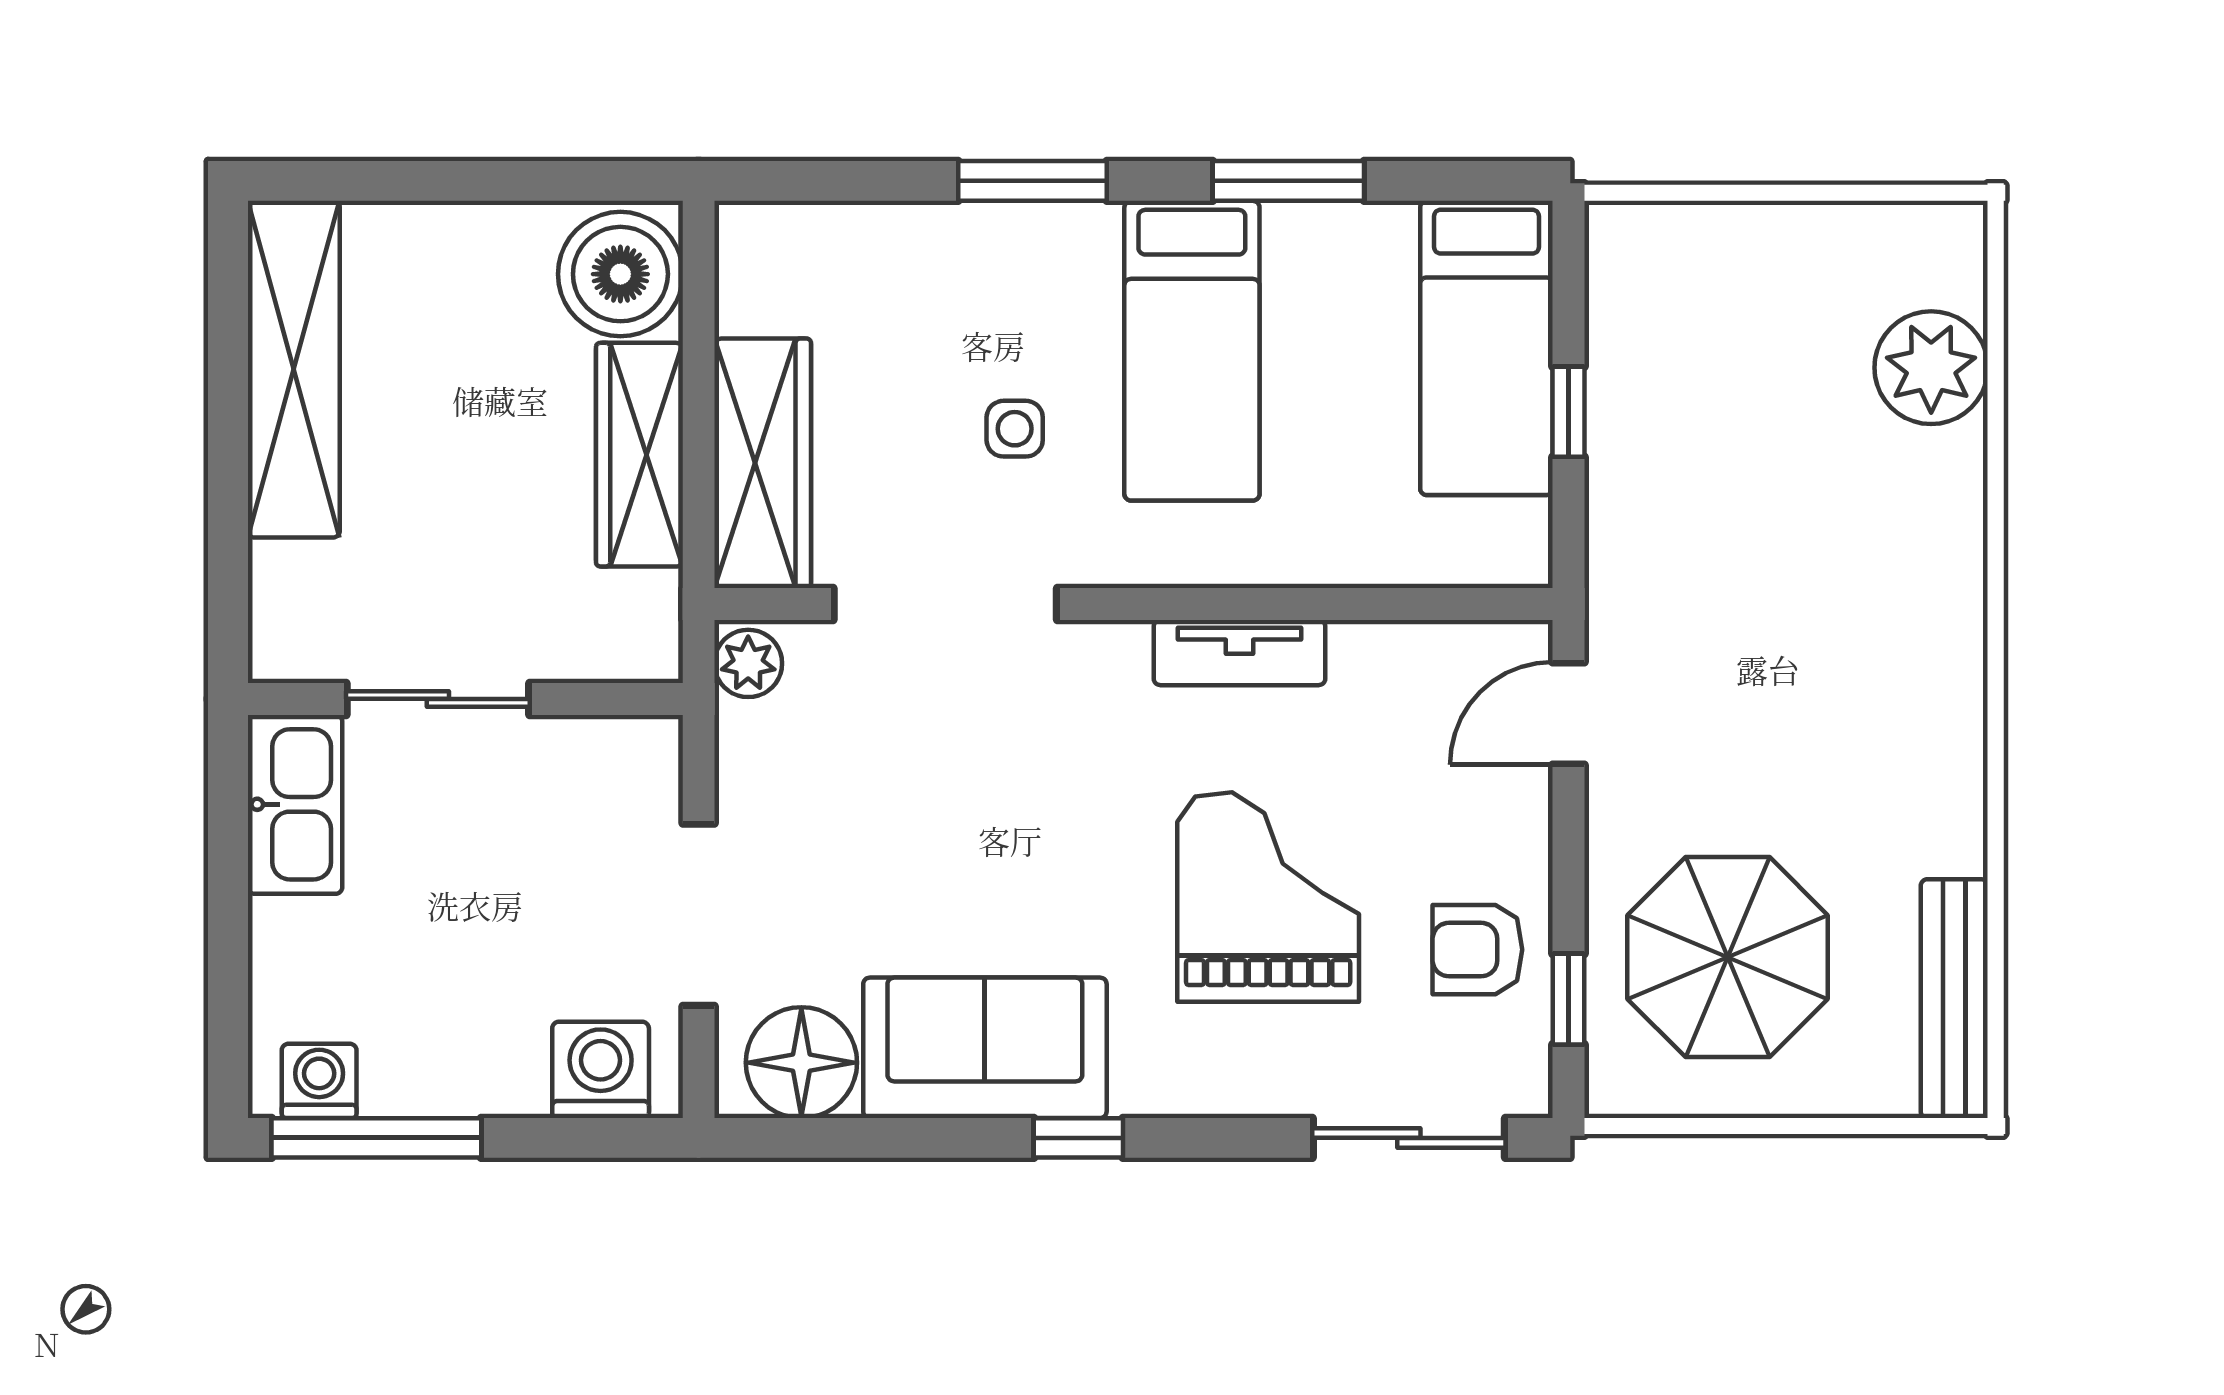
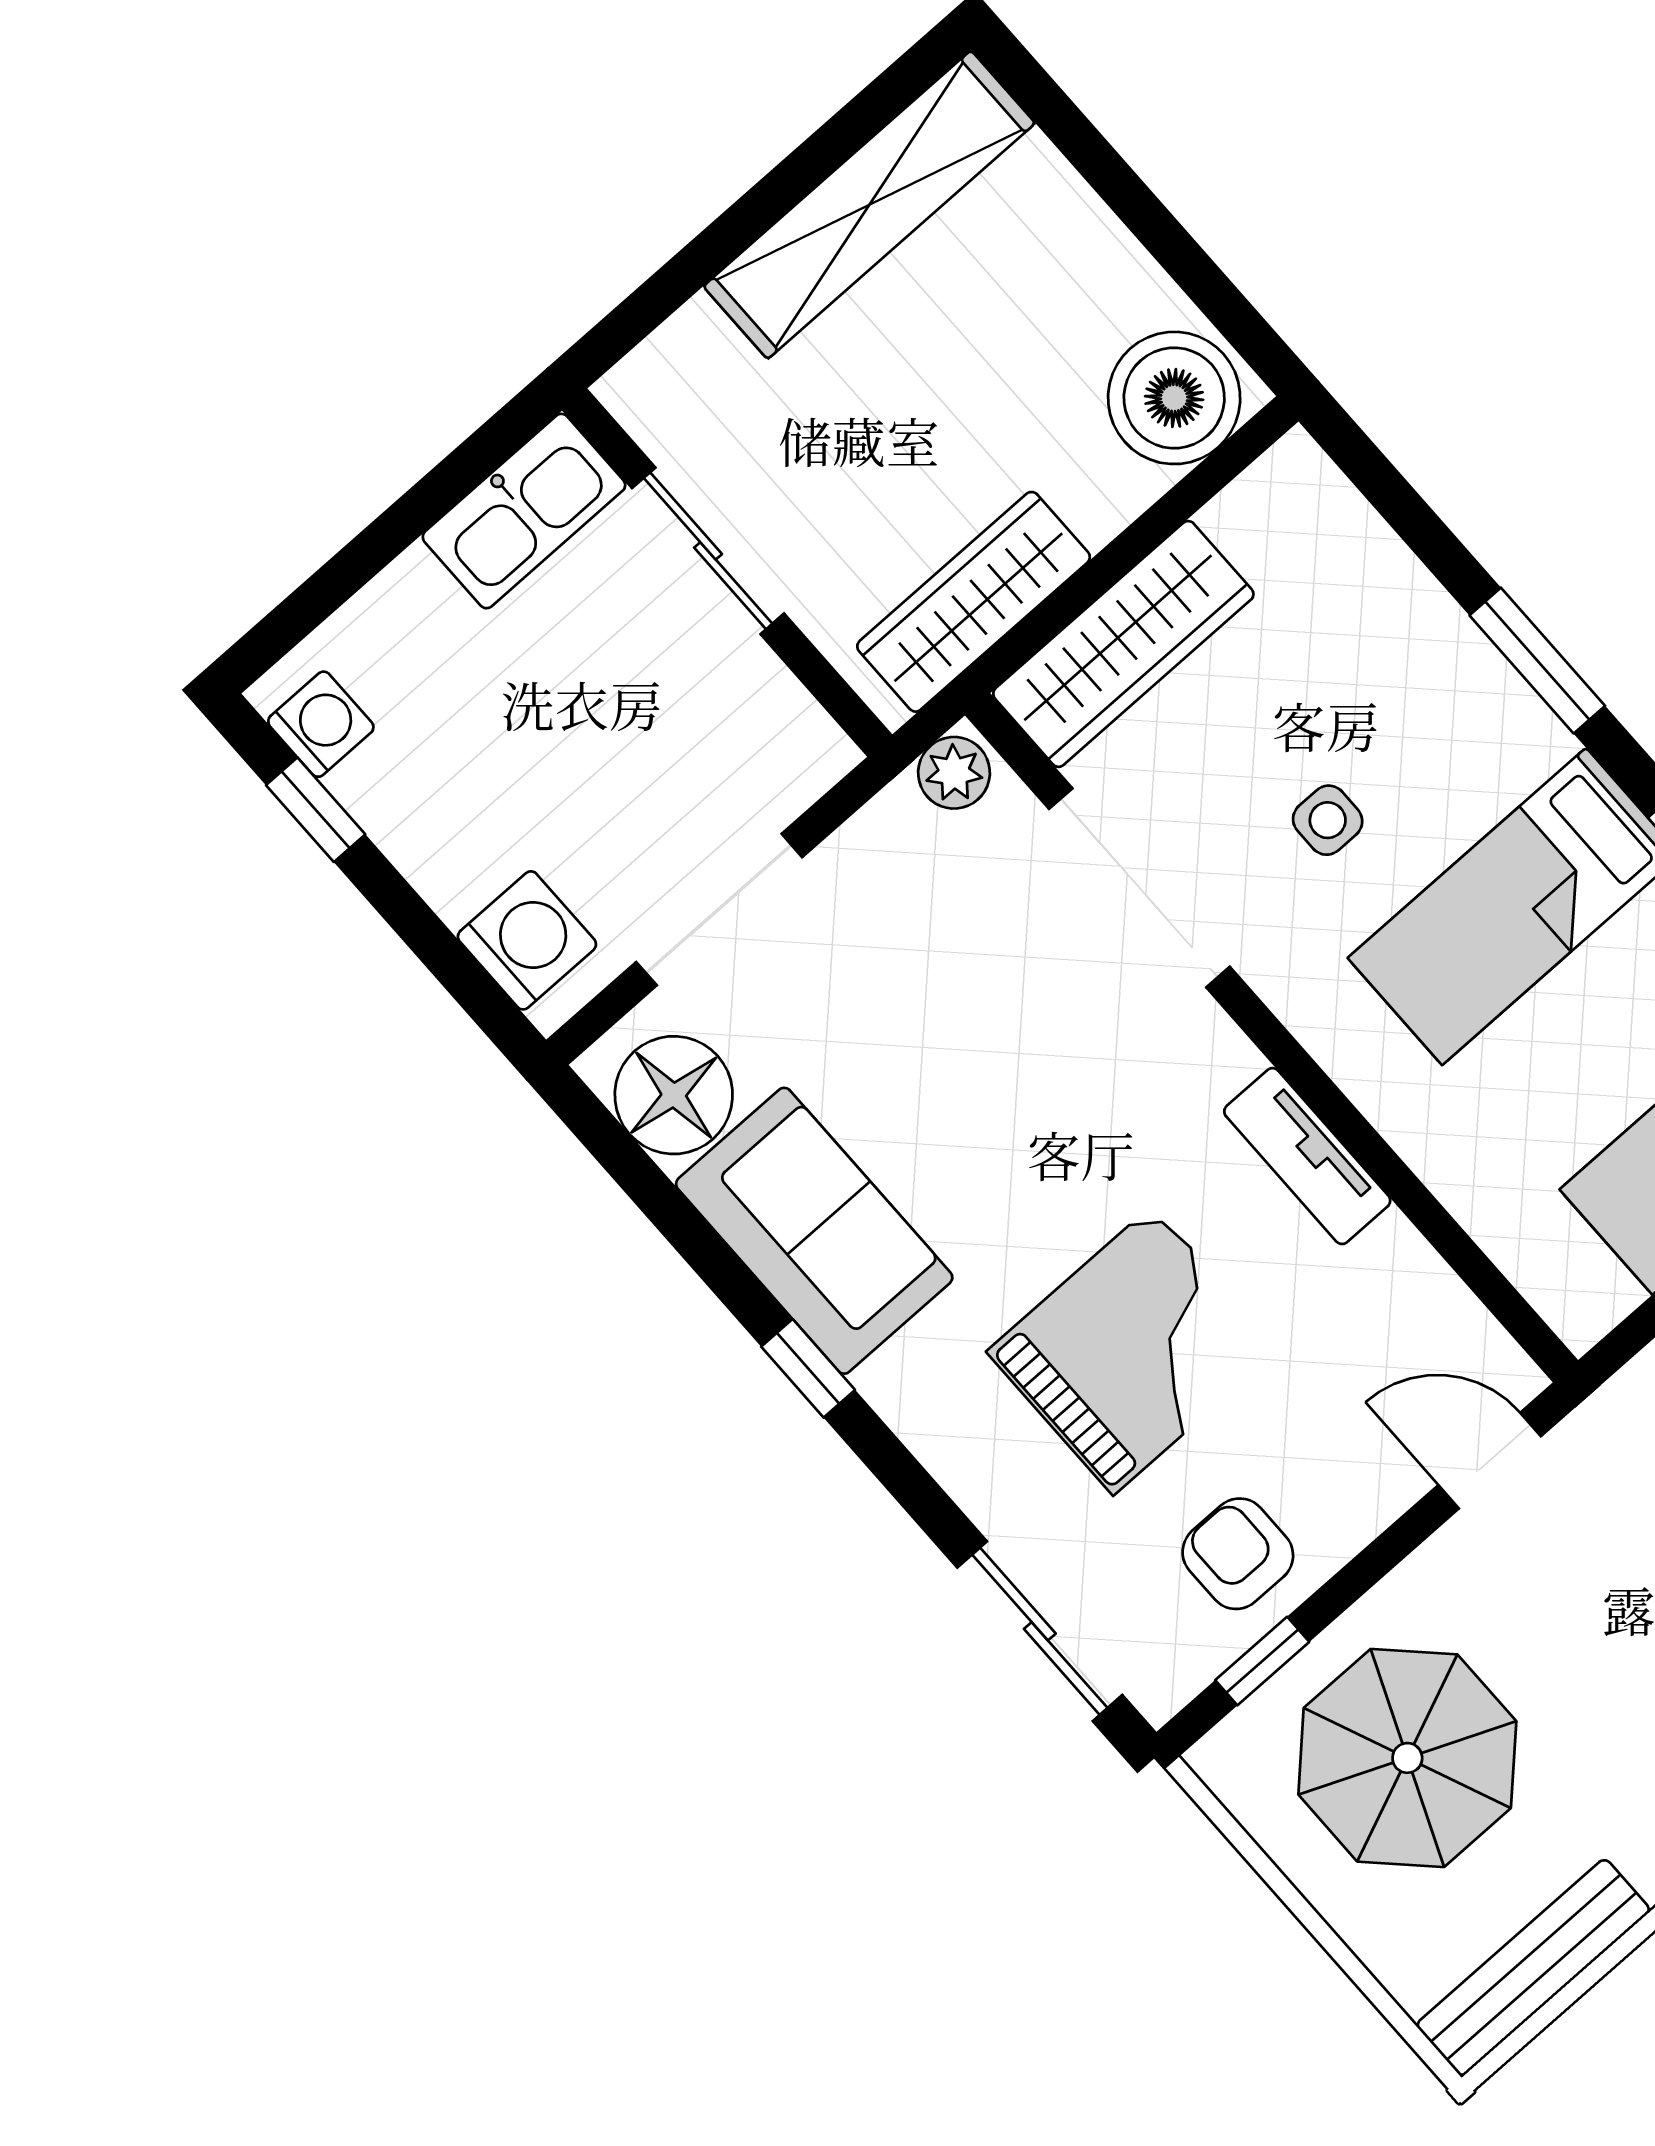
wardrobe: (639, 455) -> (974, 602), moved
window: (376, 1138) -> (316, 810), width x0.46

